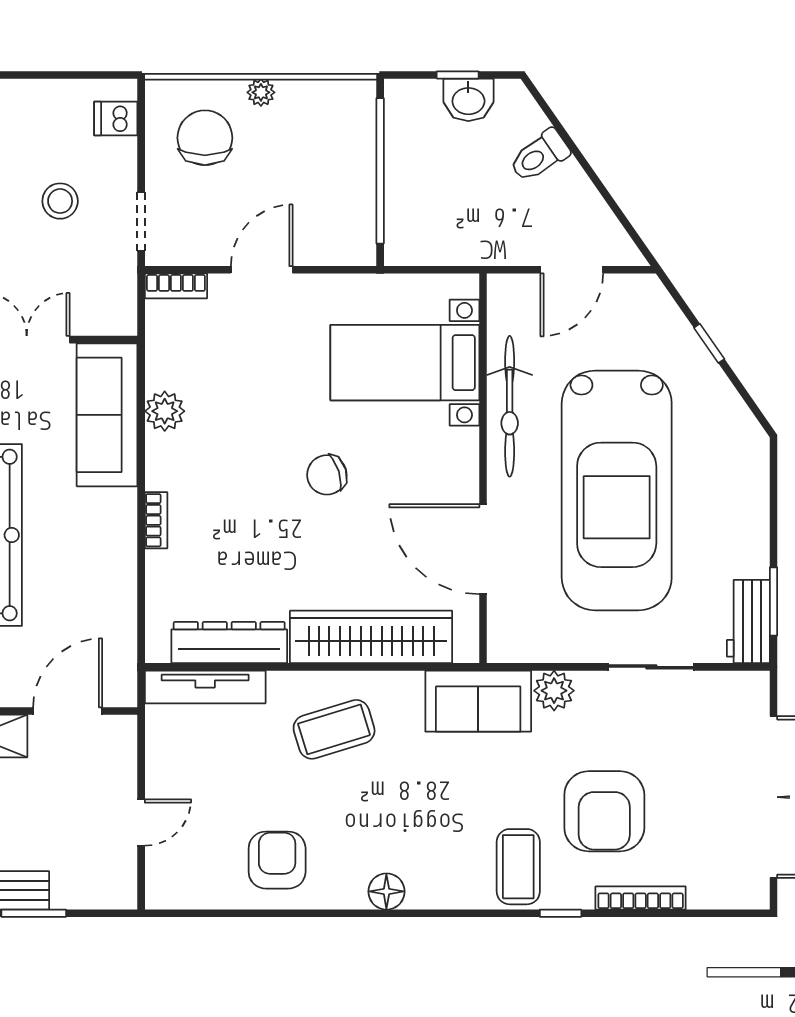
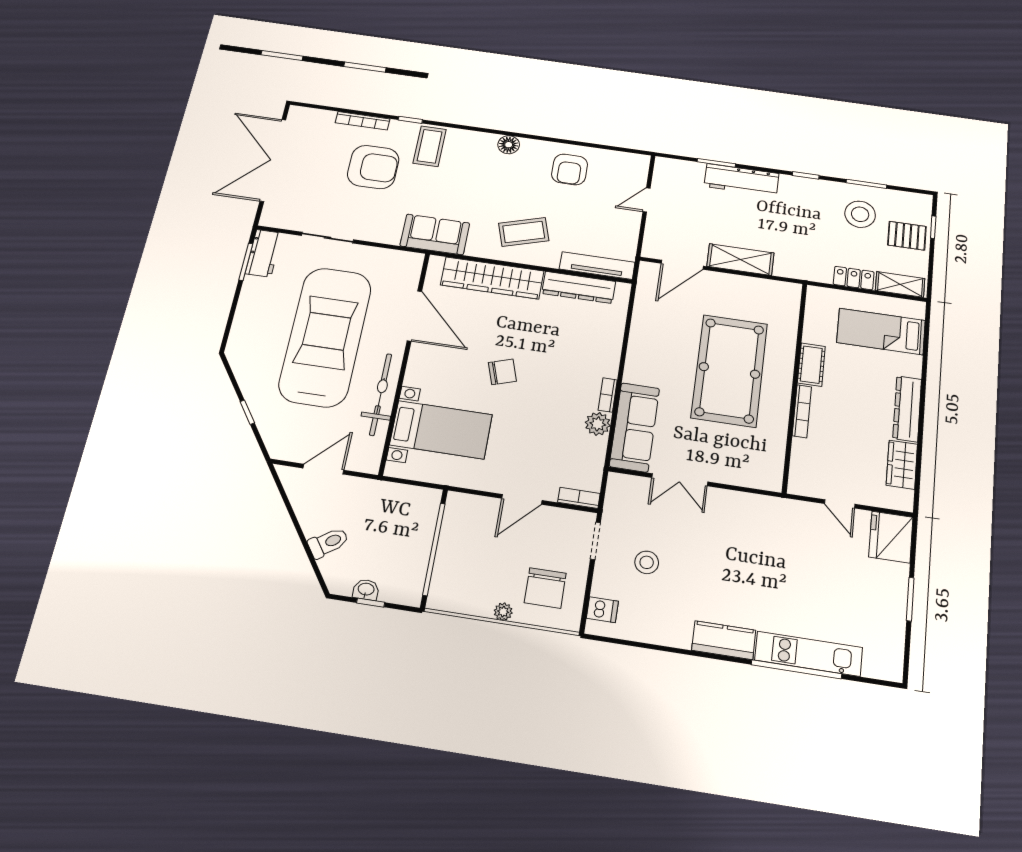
washbasin: (468, 100) -> (366, 590), width x0.72, depth x0.69
bookcase: (156, 520) -> (608, 395), moved
plant: (554, 691) -> (388, 233), removed
armchair: (604, 811) -> (373, 167), turned 90

